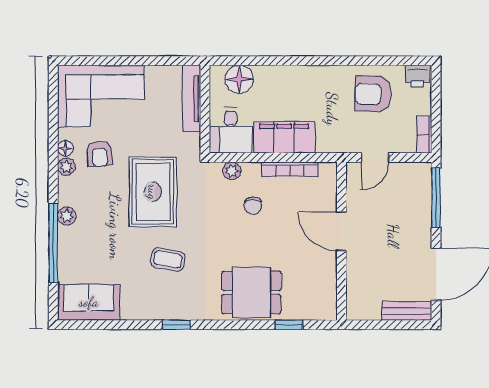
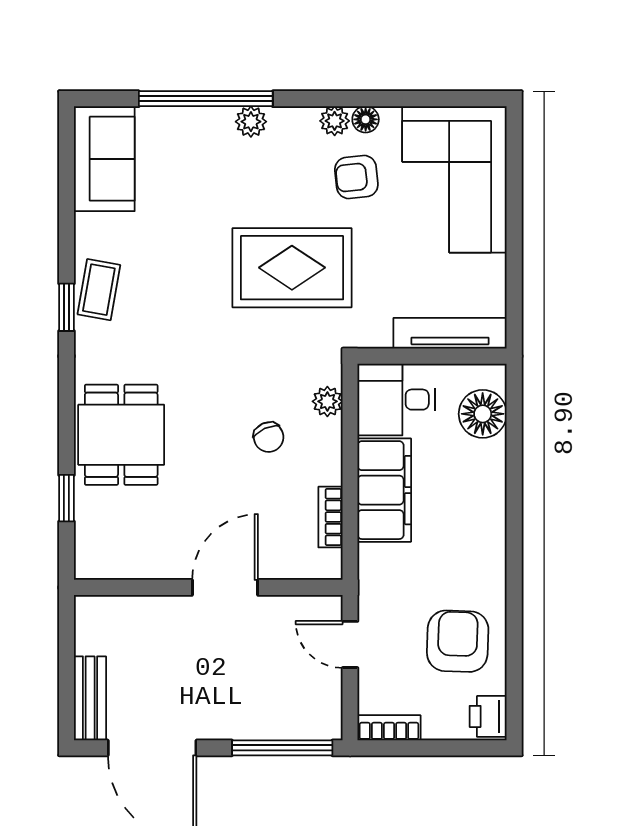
bookcase: (290, 169) -> (330, 517), width x0.64
chair: (253, 206) -> (269, 437), turned -114
coffee table: (168, 259) -> (99, 290), moved

